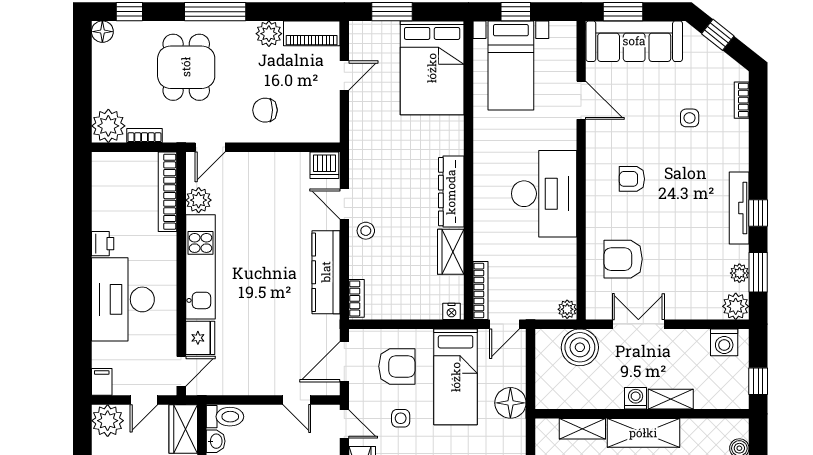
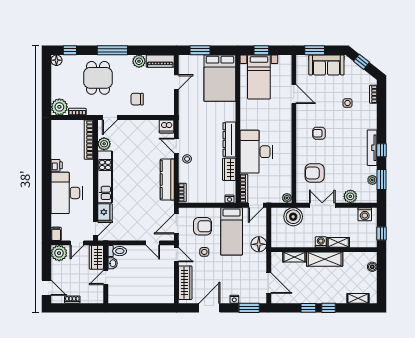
sofa: (634, 41) -> (326, 65), width x0.73
desk: (544, 194) -> (256, 152), moved, turned 180
plant: (736, 306) -> (350, 196), moved

